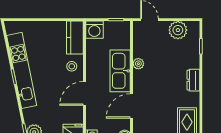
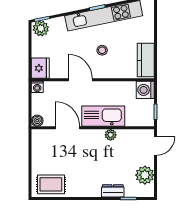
kitchen counter: (75, 38) -> (146, 60), moved, turned -90
stool: (72, 66) -> (102, 50), moved
dresser: (193, 80) -> (113, 191), moved

